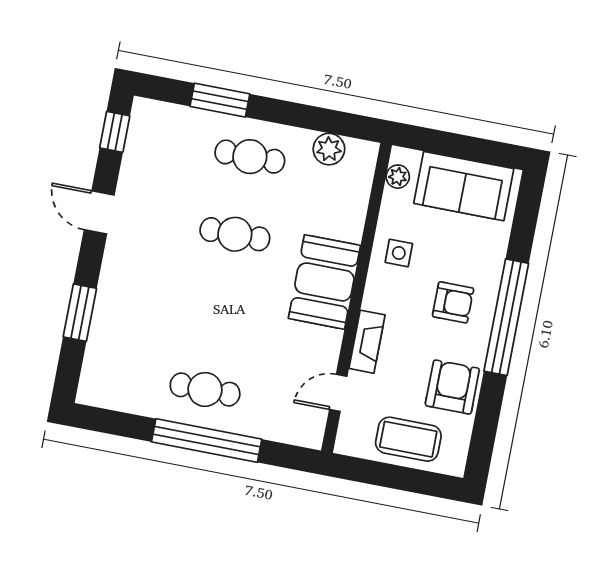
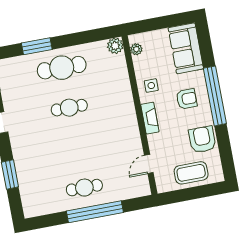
plant: (329, 149) -> (115, 46), moved
cafe table: (250, 157) -> (62, 68), width x1.37, depth x1.35
sofa: (464, 186) -> (186, 48), moved, turned 90
booth: (324, 282) -> (121, 113), removed
fireplace: (367, 342) -> (150, 118), moved

